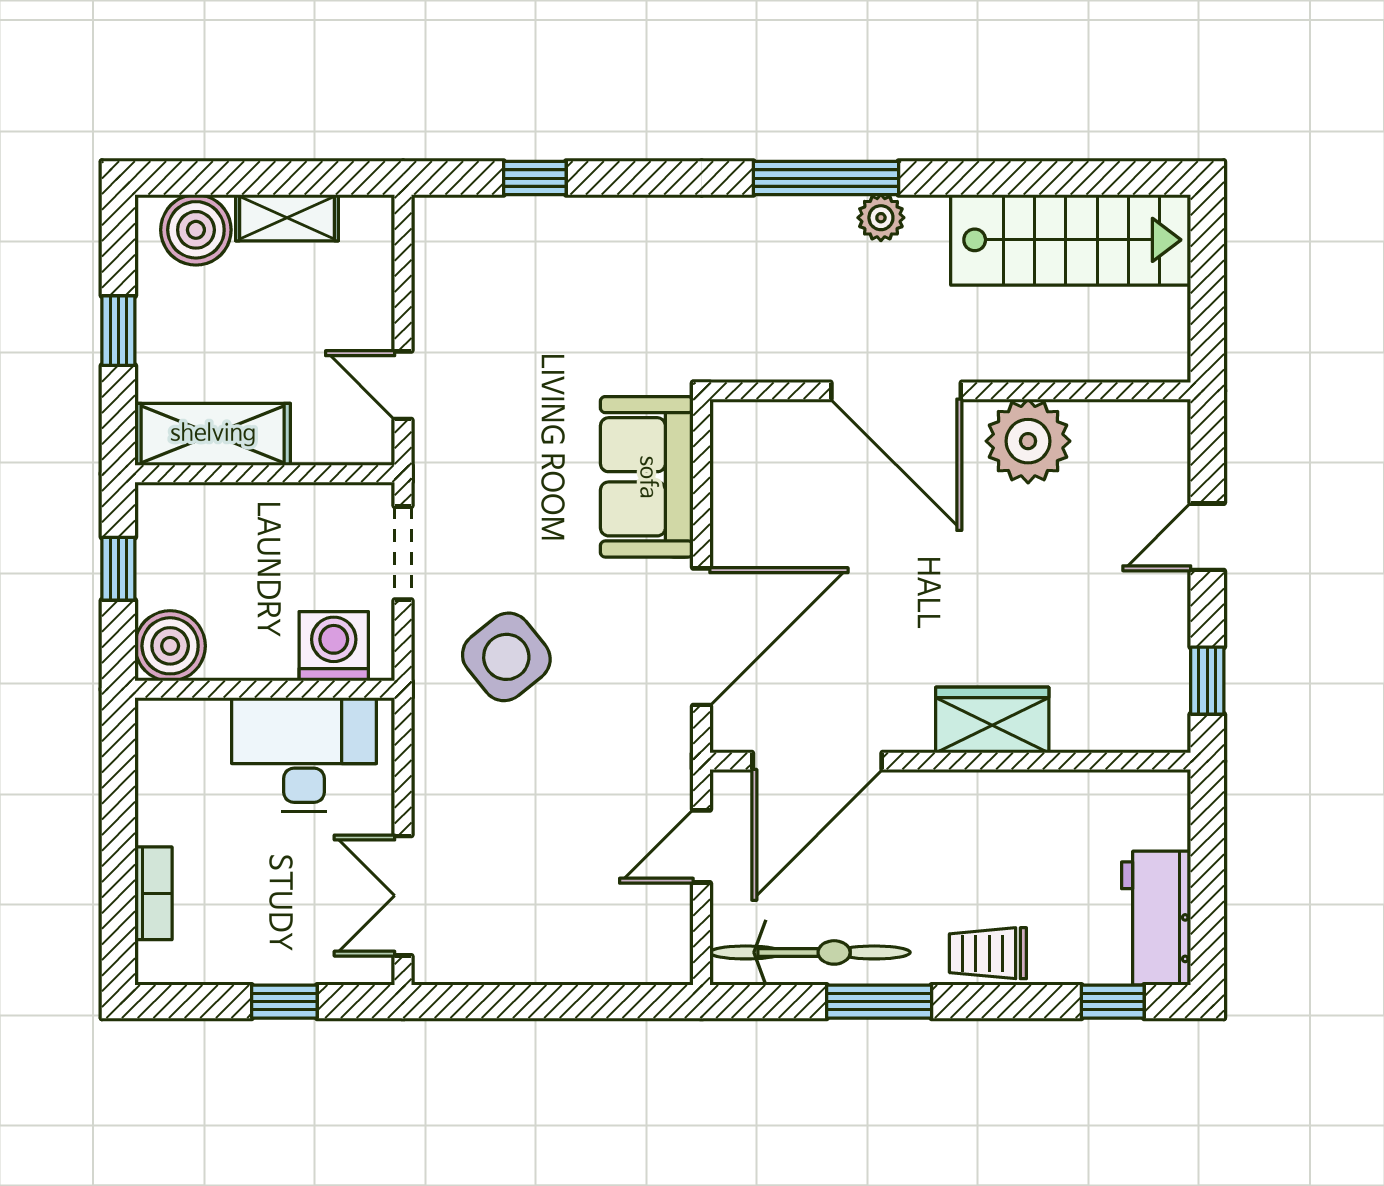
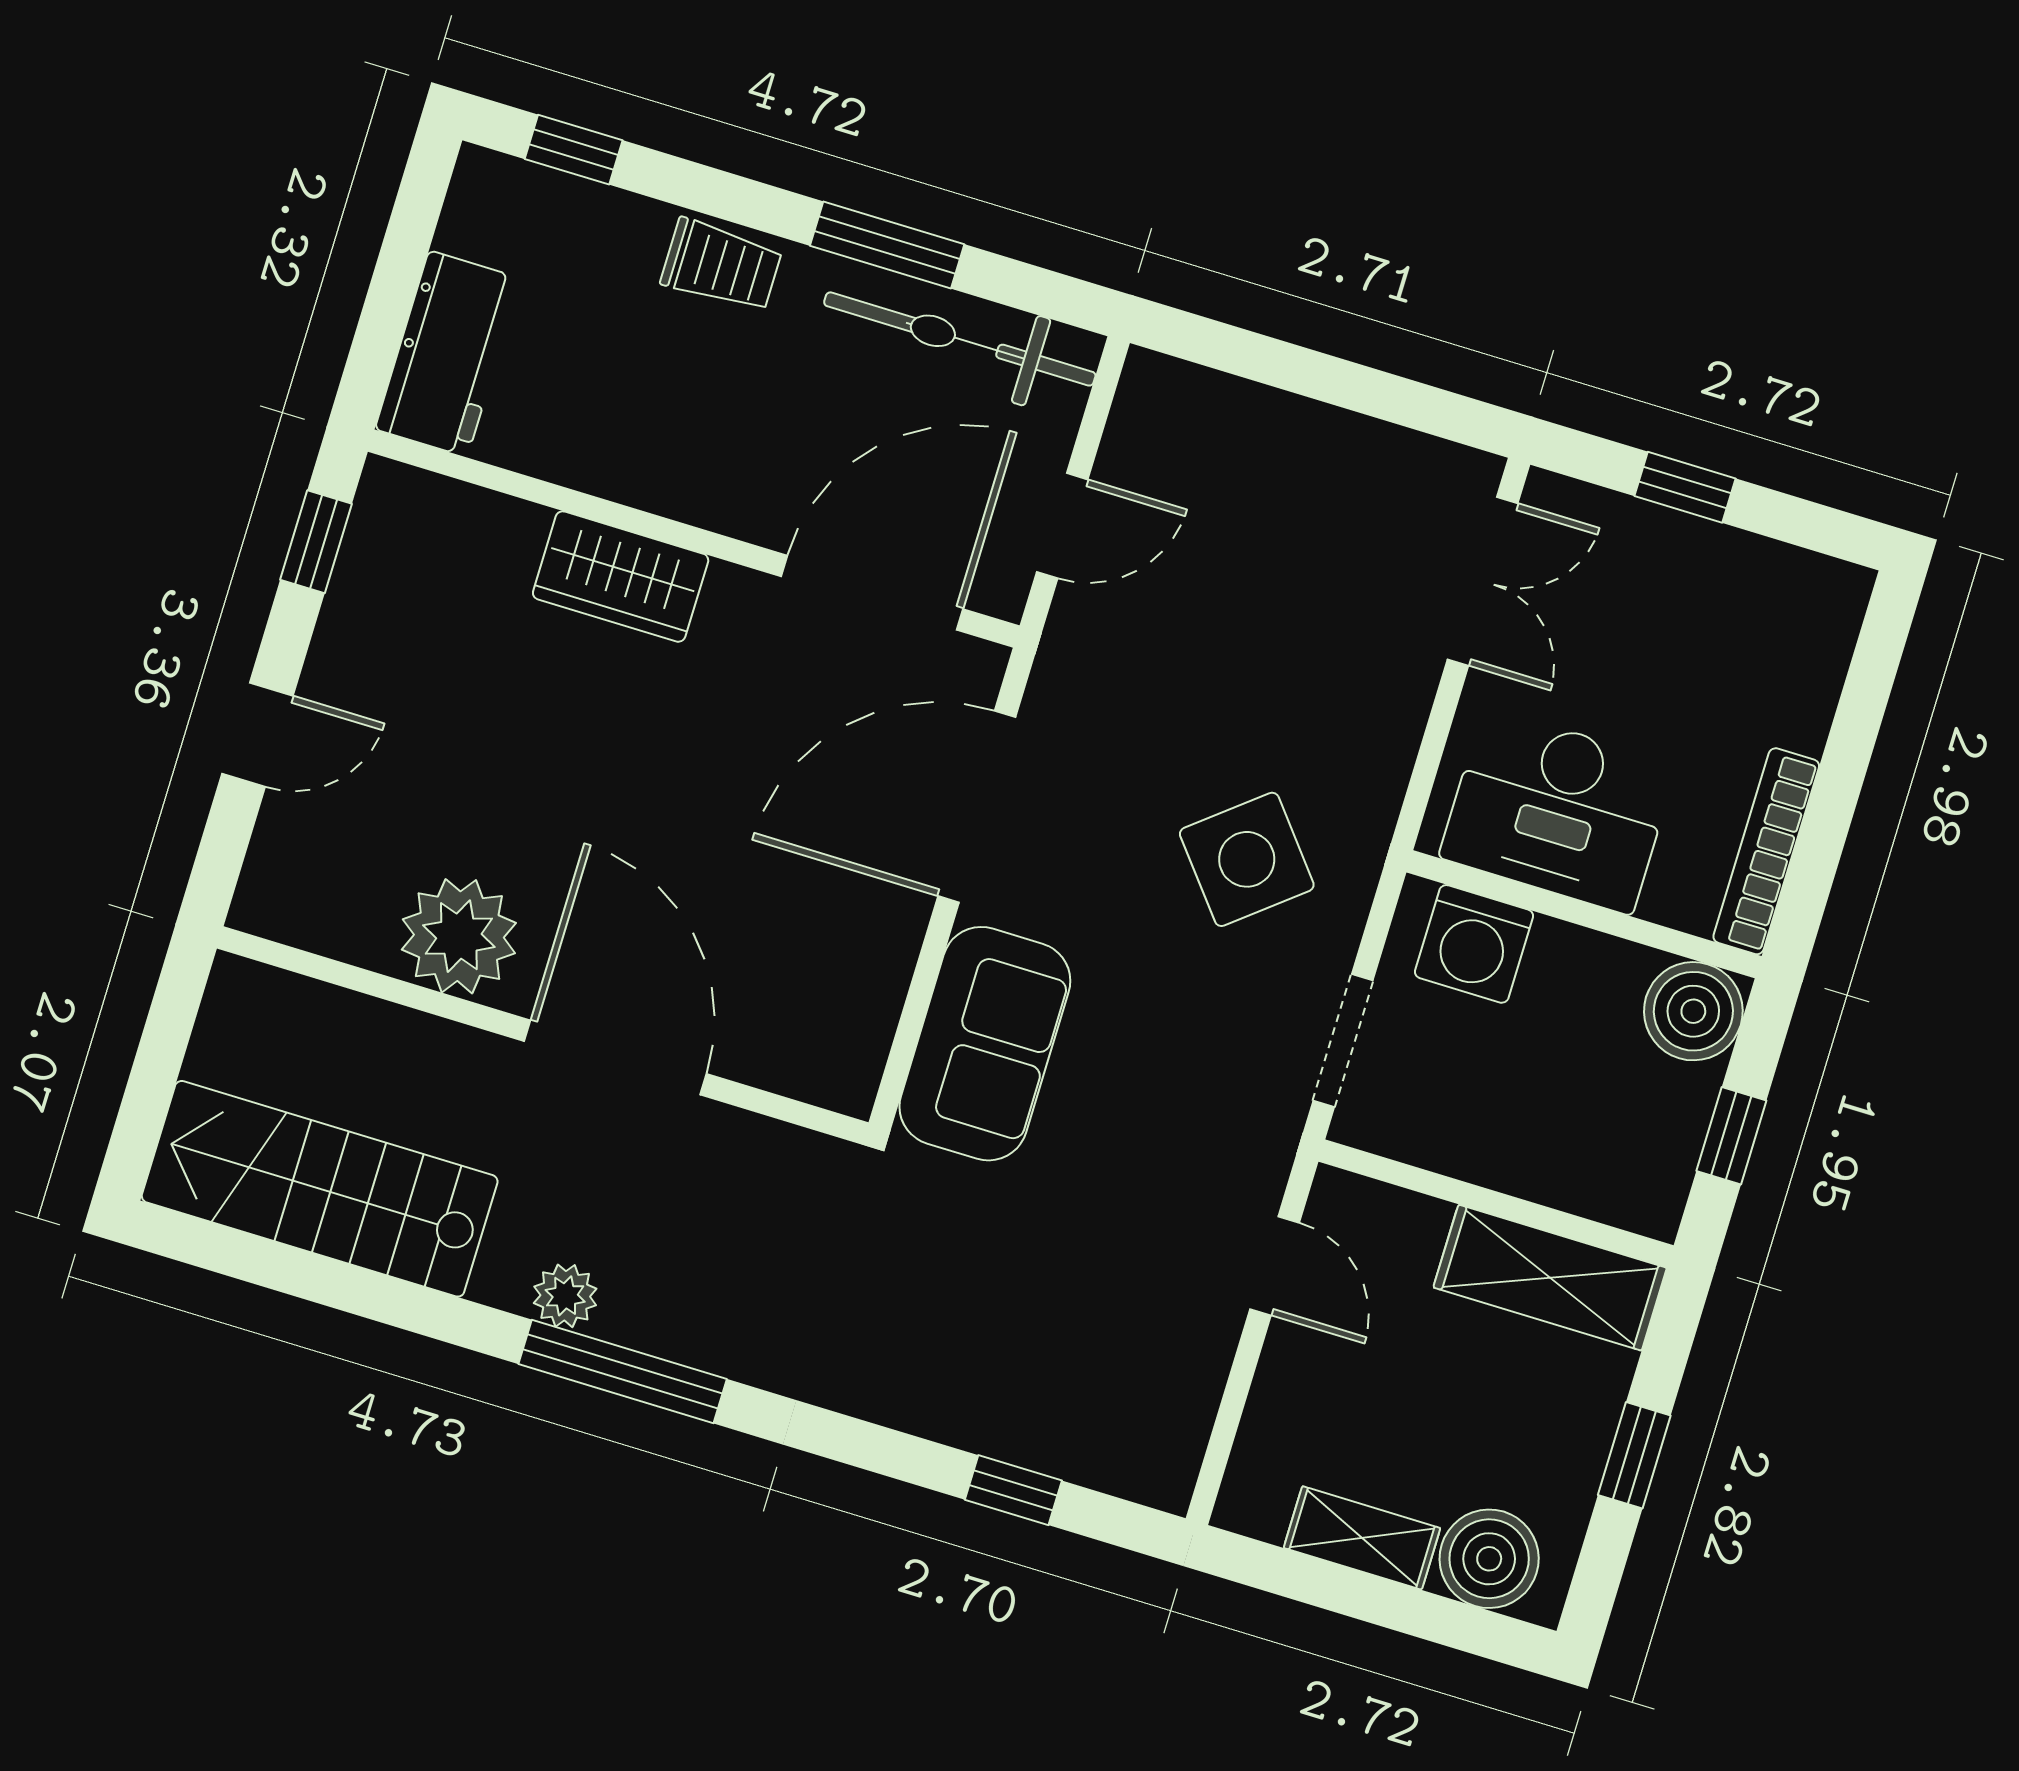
bookcase: (154, 893) -> (1766, 851), moved, width x1.56
workbench: (1156, 918) -> (448, 354), moved

